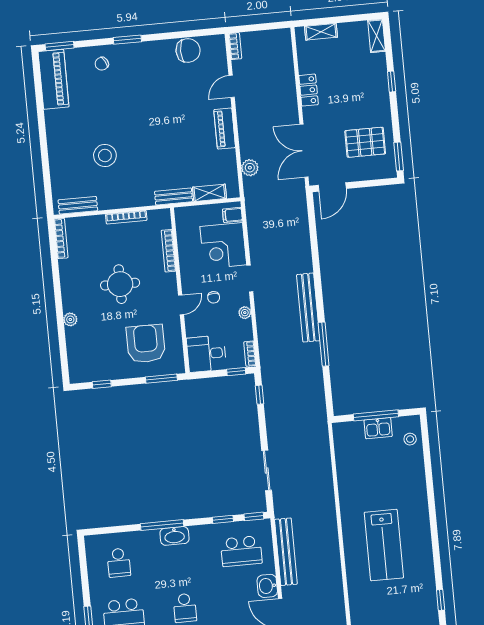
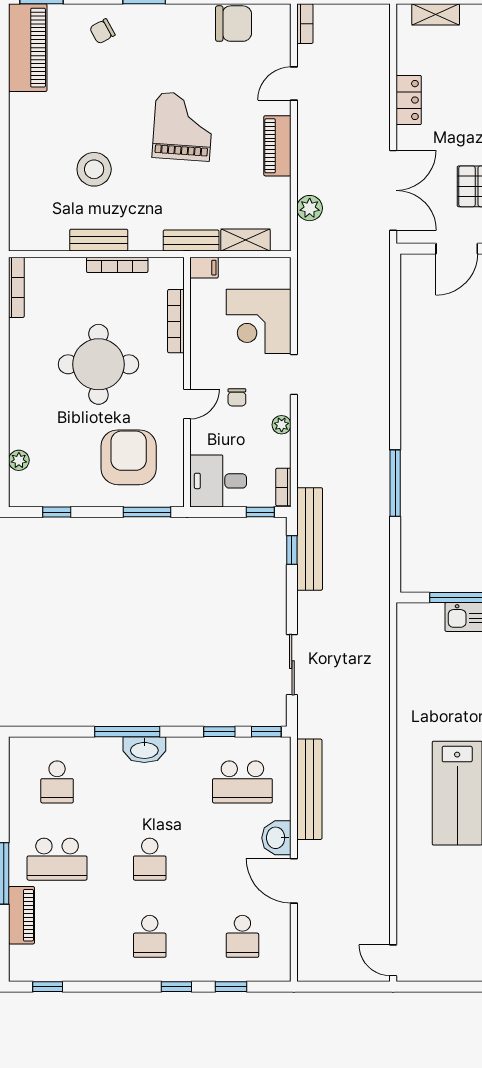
grand piano: (161, 122) -> (183, 127), added
double door: (304, 151) -> (393, 190), swing flipped
door: (332, 187) -> (457, 249), moved
bench: (78, 205) -> (99, 240), moved
filing cabinet: (232, 215) -> (204, 268), moved, turned 180
round table: (120, 284) -> (98, 364), width x1.36, depth x1.36
bench: (308, 308) -> (310, 539), moved
plant: (70, 319) -> (19, 460), moved

